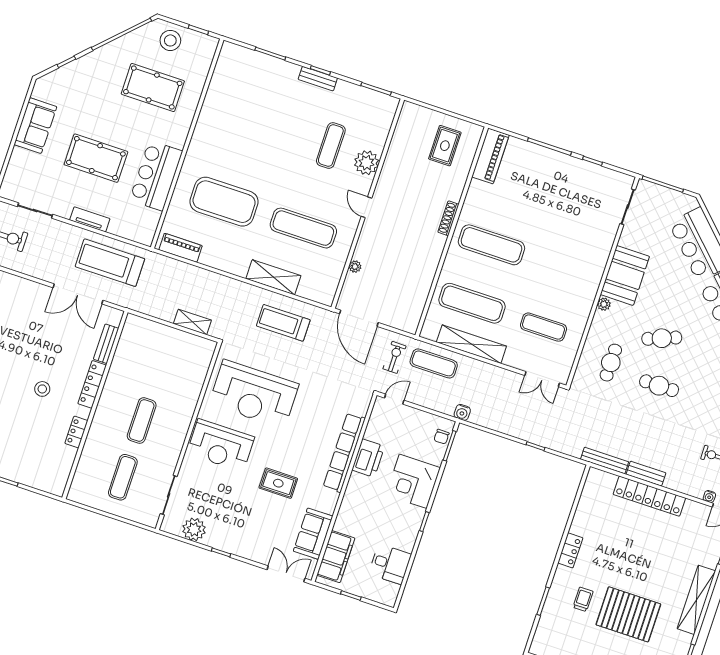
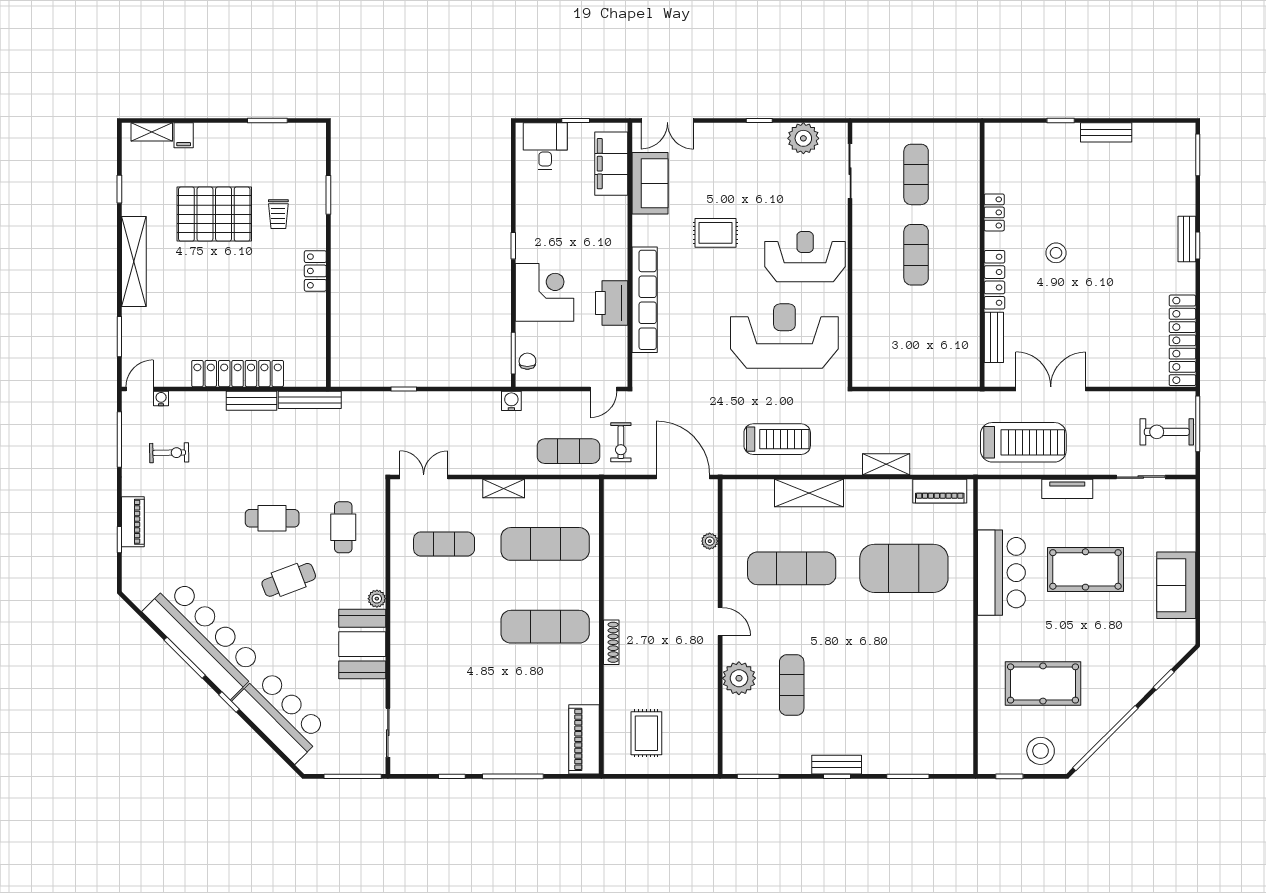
shelving: (192, 322) -> (886, 464), moved
shelving: (471, 344) -> (504, 489), width x0.45, depth x0.75
desk: (390, 564) -> (545, 146), moved, turned 90

